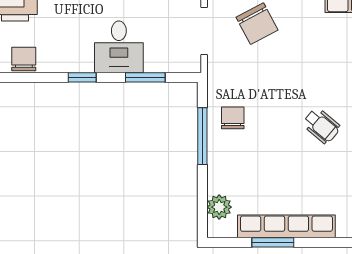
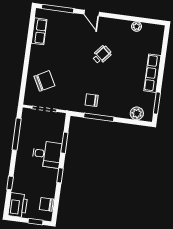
row of seats: (286, 226) -> (152, 73), width x0.73
window: (273, 242) -> (157, 103), moved

